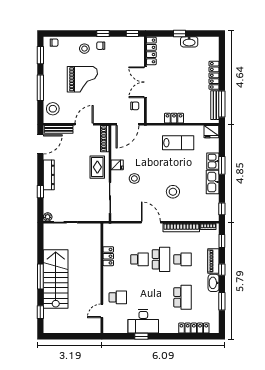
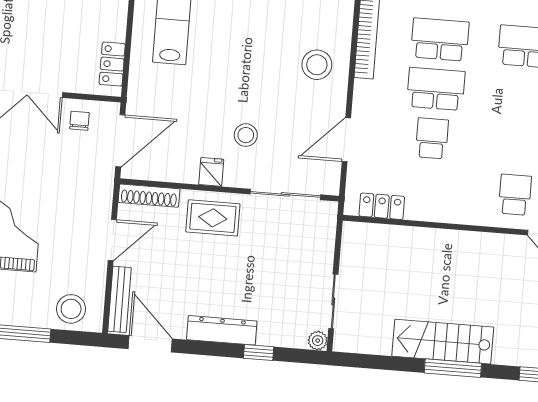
locker: (174, 118) -> (112, 64), moved
door: (84, 124) -> (112, 240), swing flipped
door: (127, 124) -> (120, 141), hinge flipped
stool: (173, 192) -> (317, 65), moved
door: (151, 222) -> (346, 140), moved
locker: (108, 256) -> (382, 206), moved
school desk: (183, 259) -> (440, 40), width x1.85
stairs: (56, 279) -> (443, 342), width x0.73, depth x0.66

